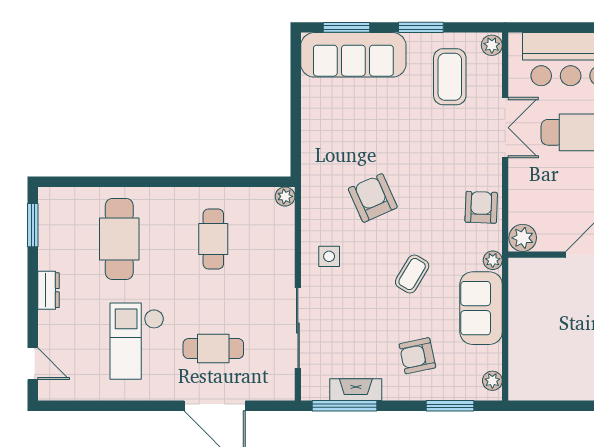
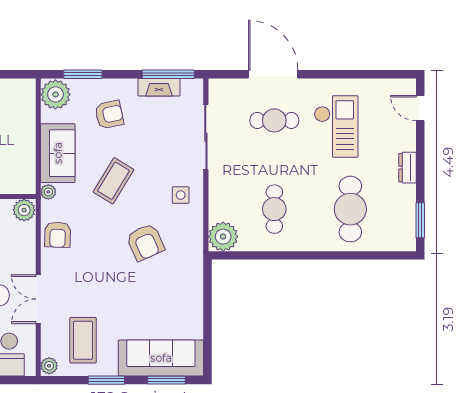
plant: (285, 196) -> (223, 237), width x1.88, depth x1.88
coffee table: (412, 274) -> (114, 181), width x1.36, depth x1.30
plant: (492, 381) -> (55, 94), width x1.87, depth x1.87

